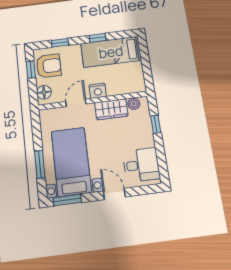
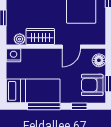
window: (98, 38) -> (44, 106), width x2.17
nightstand: (98, 91) -> (14, 55), moved

